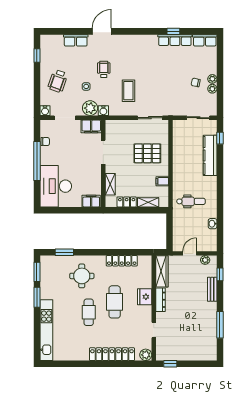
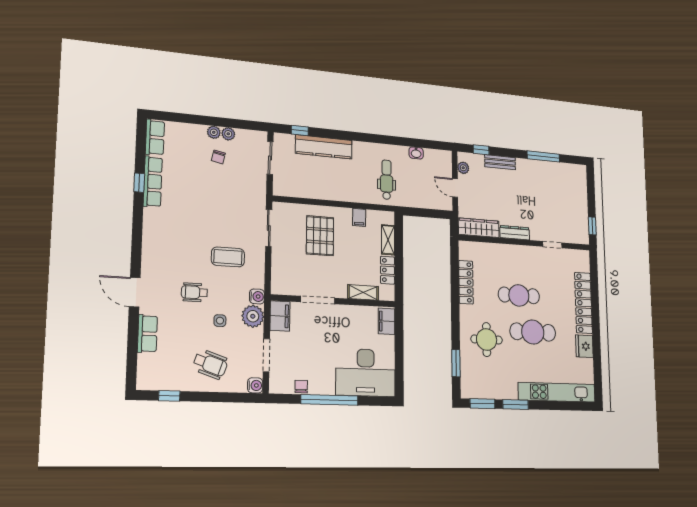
fridge: (145, 297) -> (584, 346), moved, turned 90
cafe table: (89, 312) -> (533, 332), width x1.37, depth x1.35
plant: (146, 355) -> (583, 258), removed

